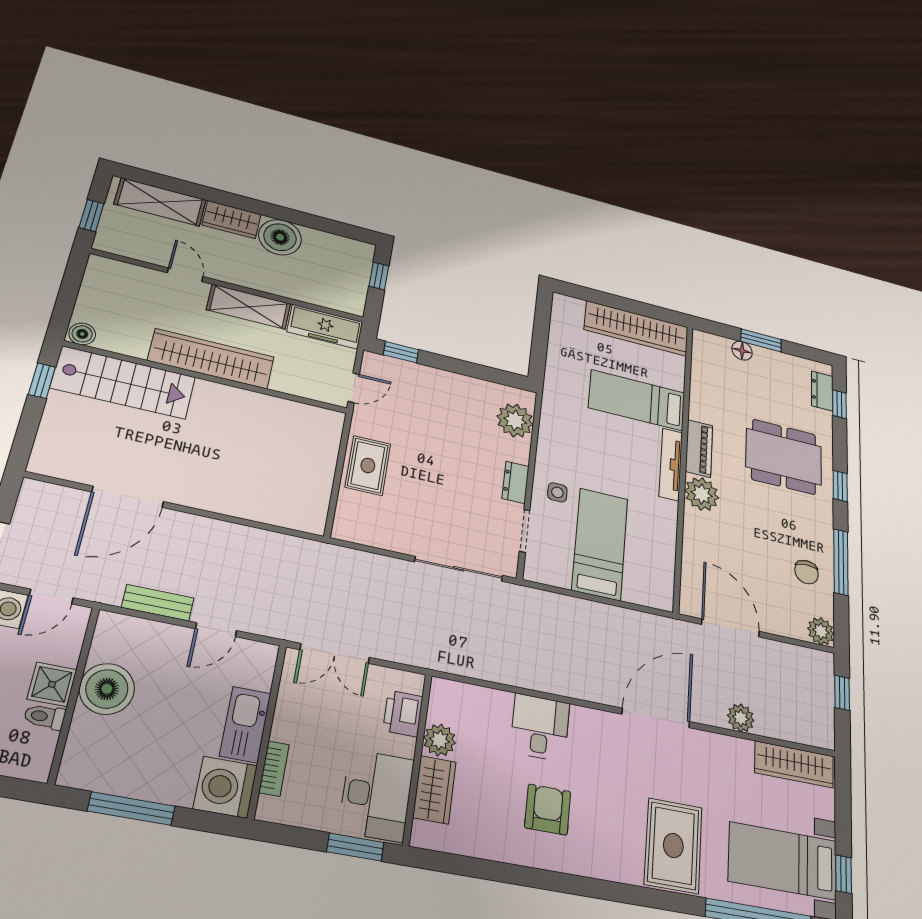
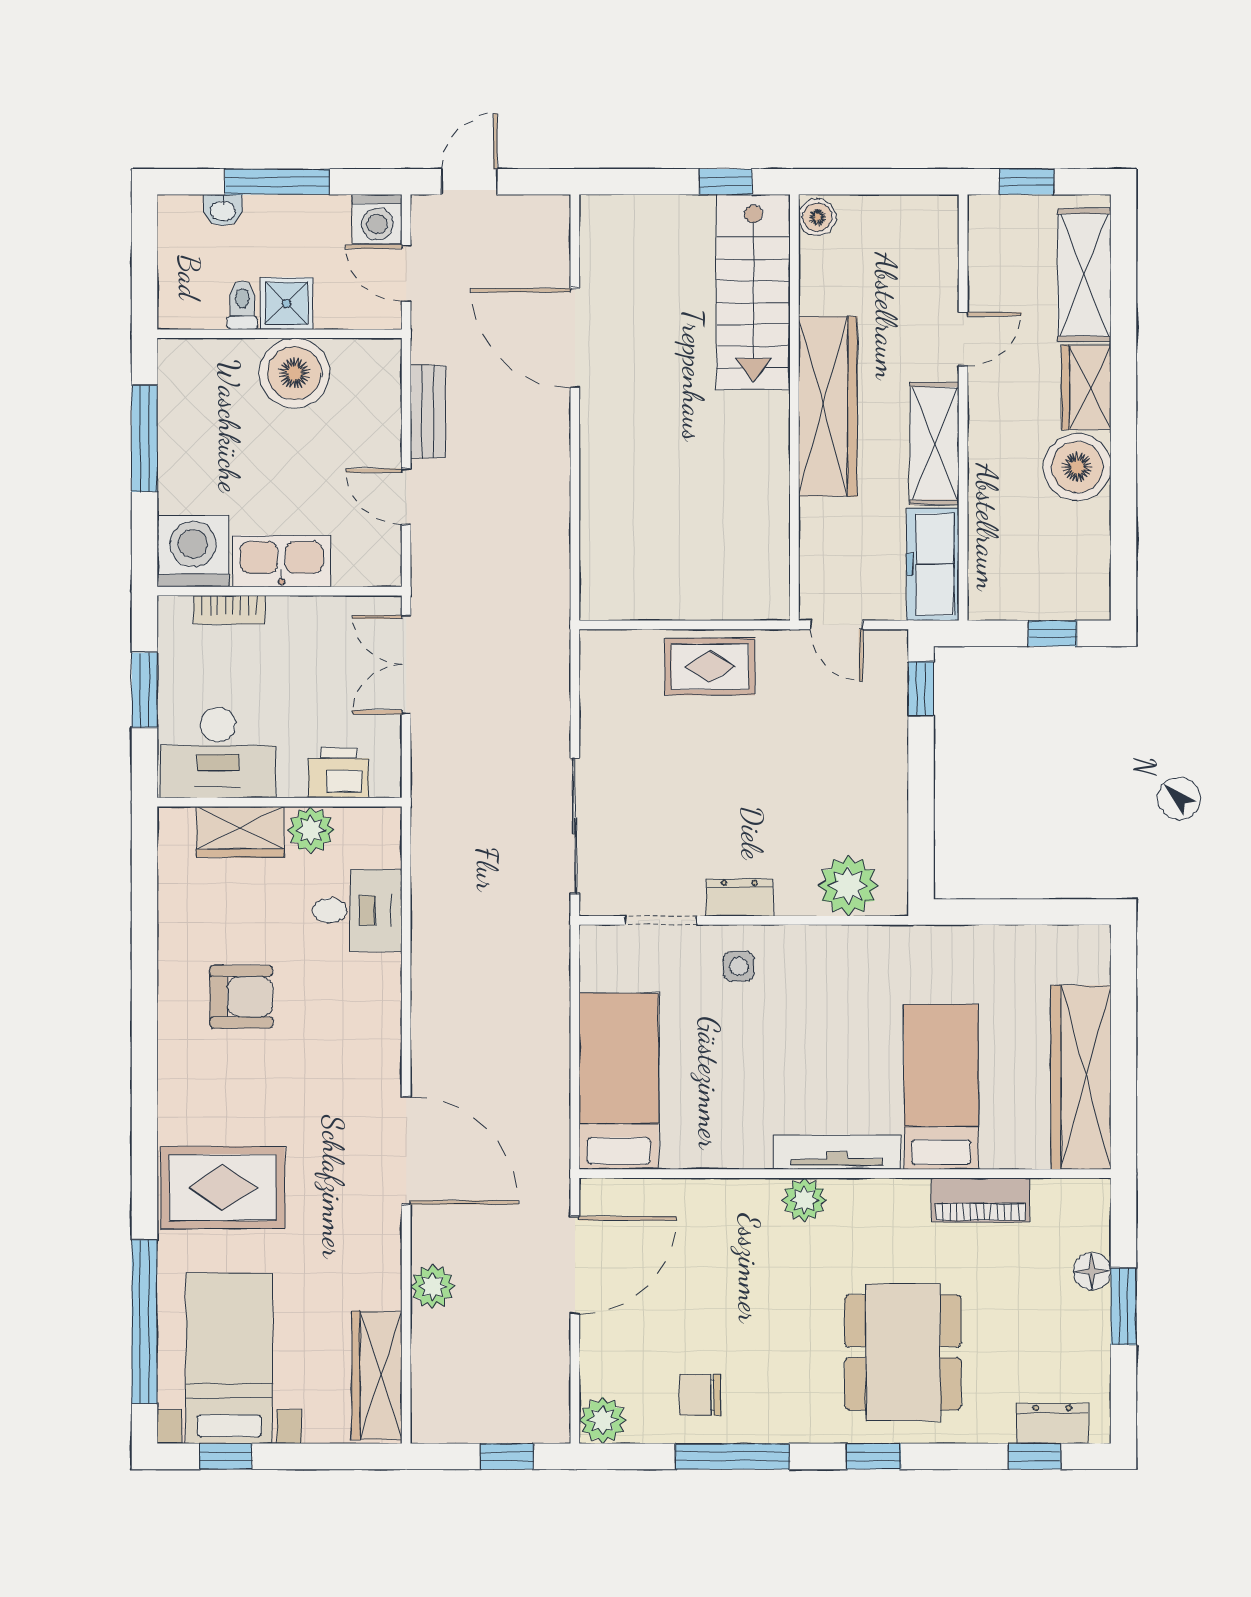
piano: (699, 448) -> (980, 1200), moved
plant: (702, 494) -> (804, 1200), width x0.73, depth x0.73
bed: (600, 544) -> (619, 1081), moved, turned -90
desk: (540, 727) -> (357, 910), moved
window: (355, 847) -> (144, 690), moved

